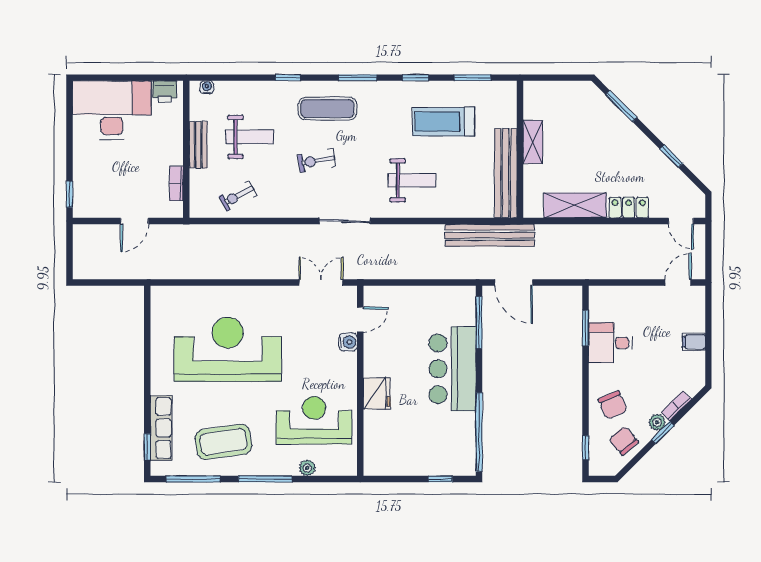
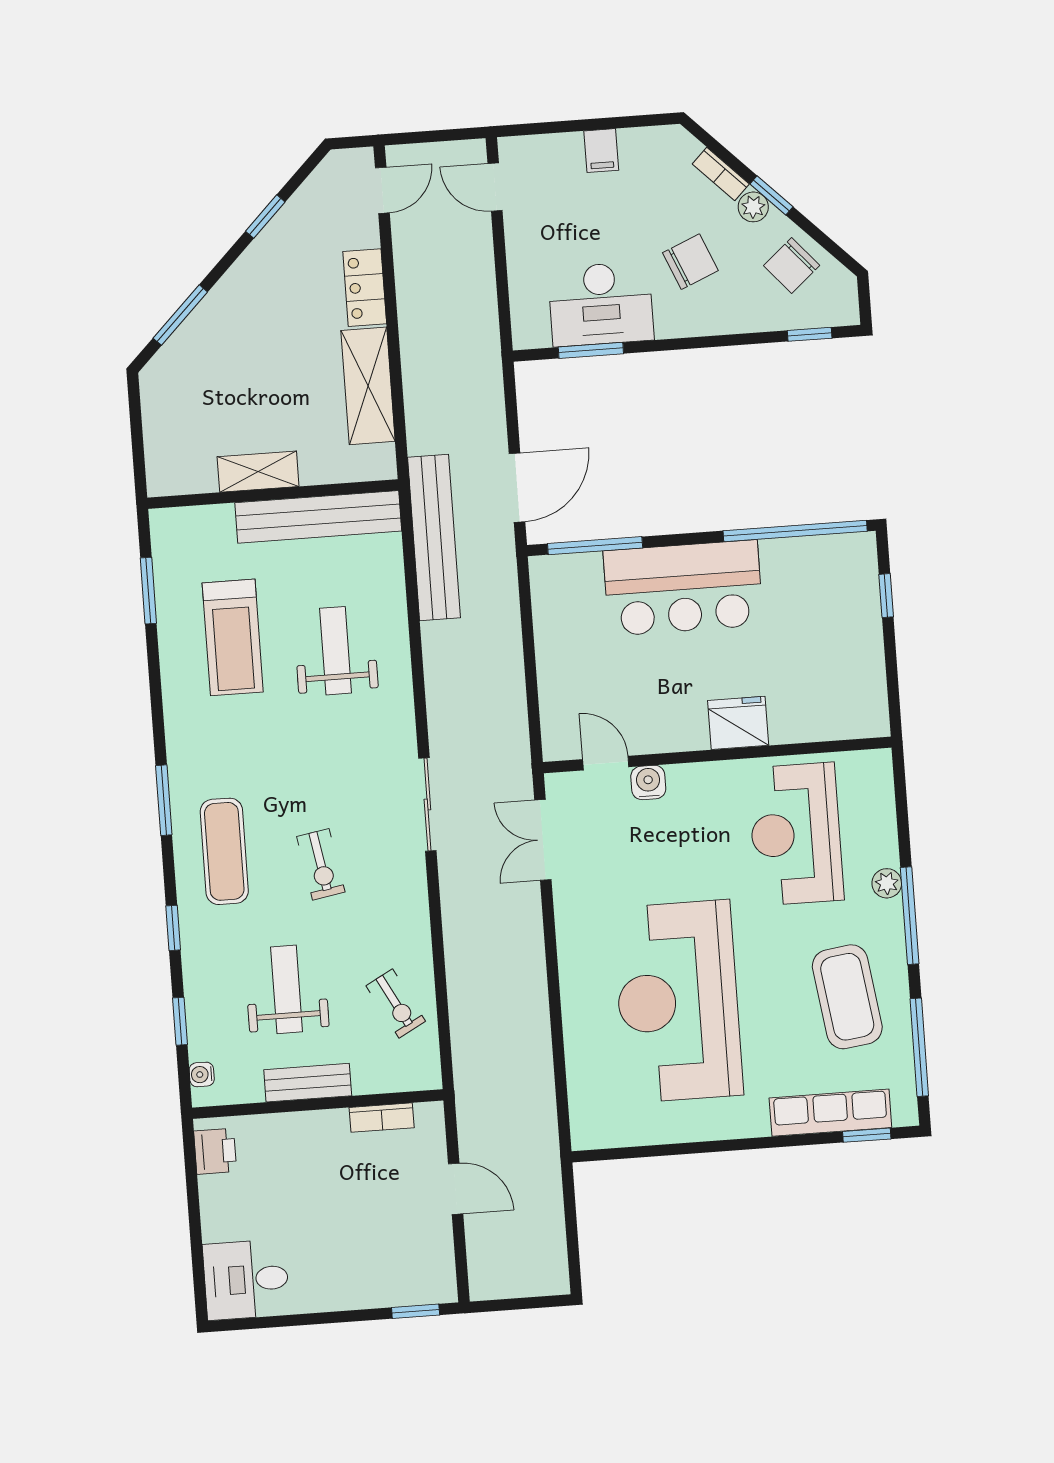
window: (415, 78) -> (180, 1021), moved
desk: (112, 110) -> (246, 1280), width x0.53, depth x0.77
weight bench: (412, 180) -> (336, 651), moved
desk: (610, 343) -> (601, 304), width x1.37
chair: (613, 405) -> (690, 262), moved
plant: (307, 468) -> (887, 883), moved

